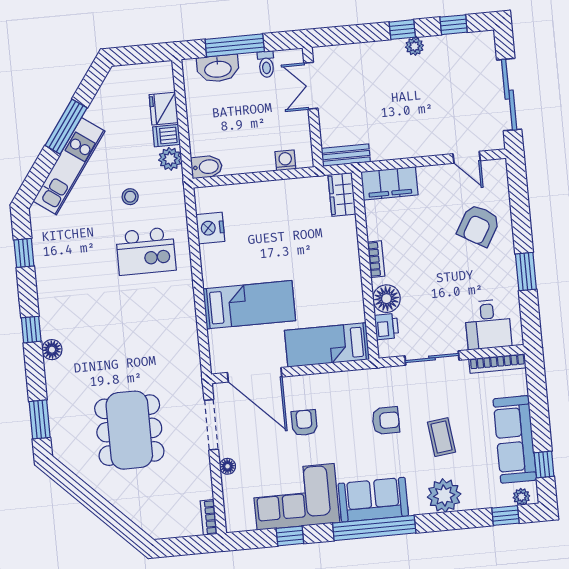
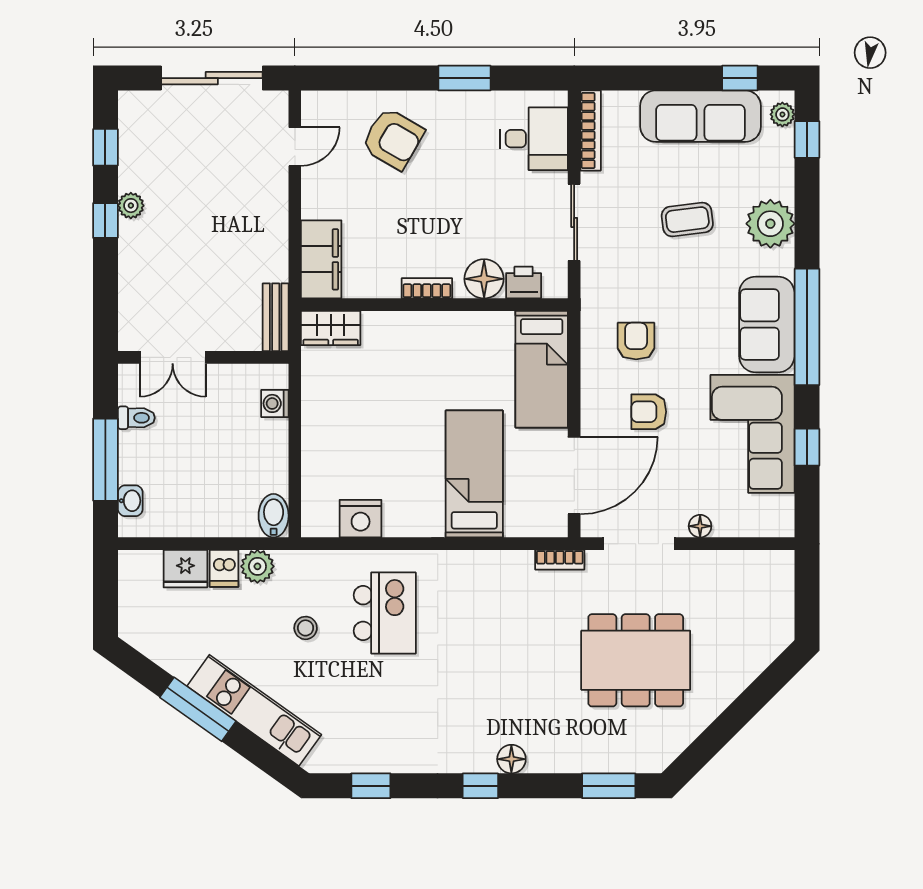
washbasin: (218, 68) -> (130, 501), width x0.52, depth x0.69
armchair: (386, 421) -> (636, 341), moved
bookcase: (209, 517) -> (560, 560), moved

